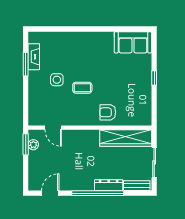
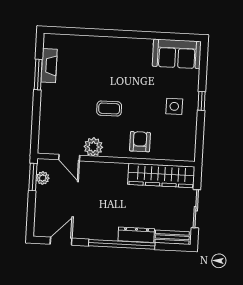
side table: (57, 80) -> (174, 106), moved
armchair: (108, 112) -> (140, 142), turned 90
plant: (72, 118) -> (93, 147), added

